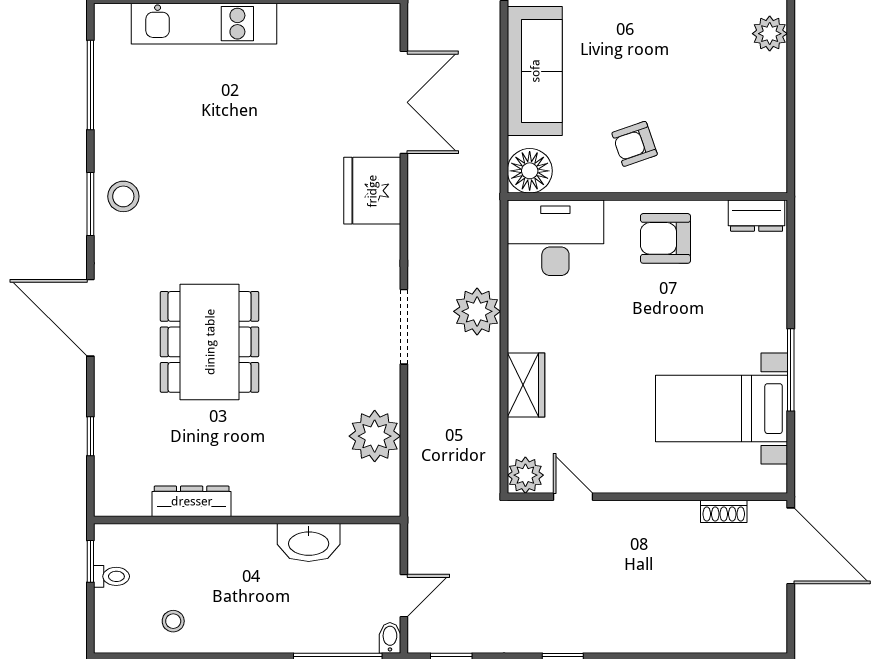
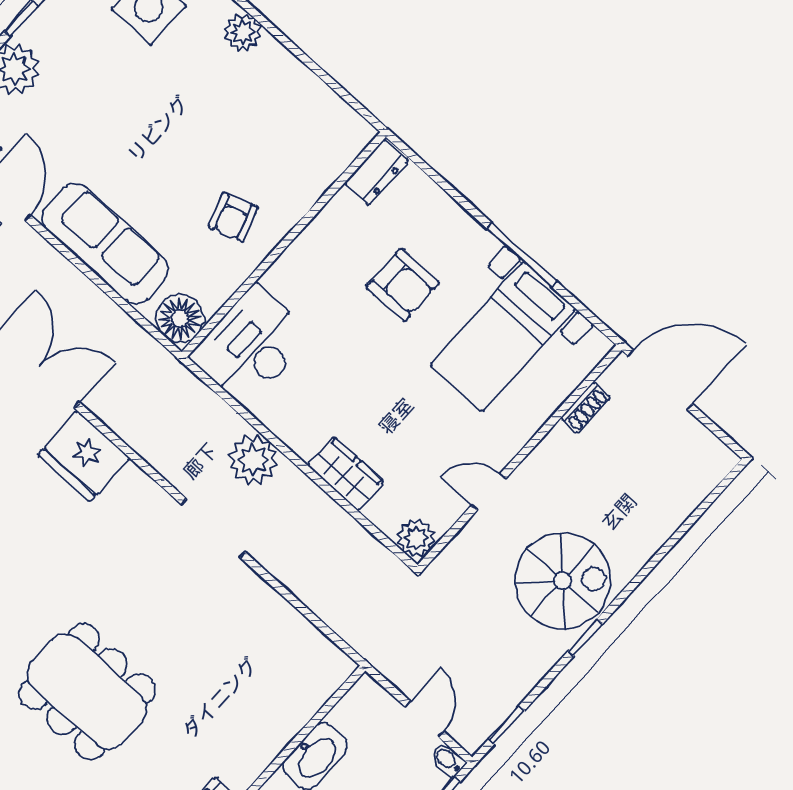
armchair: (665, 238) -> (403, 285), moved, turned -90
plant: (375, 436) -> (278, 629), removed
door: (573, 497) -> (489, 492), moved
spiral stairs: (588, 605) -> (563, 581), added

